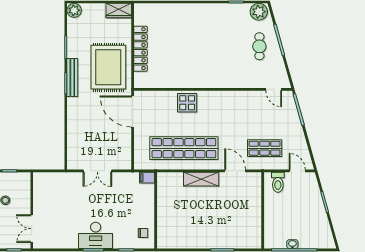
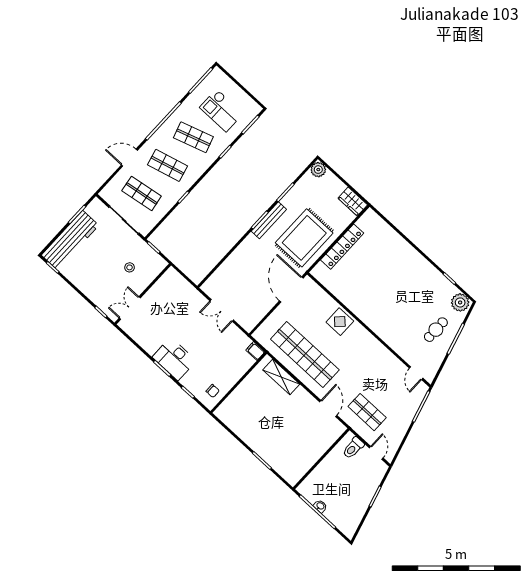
shelving: (201, 179) -> (281, 377), moved

